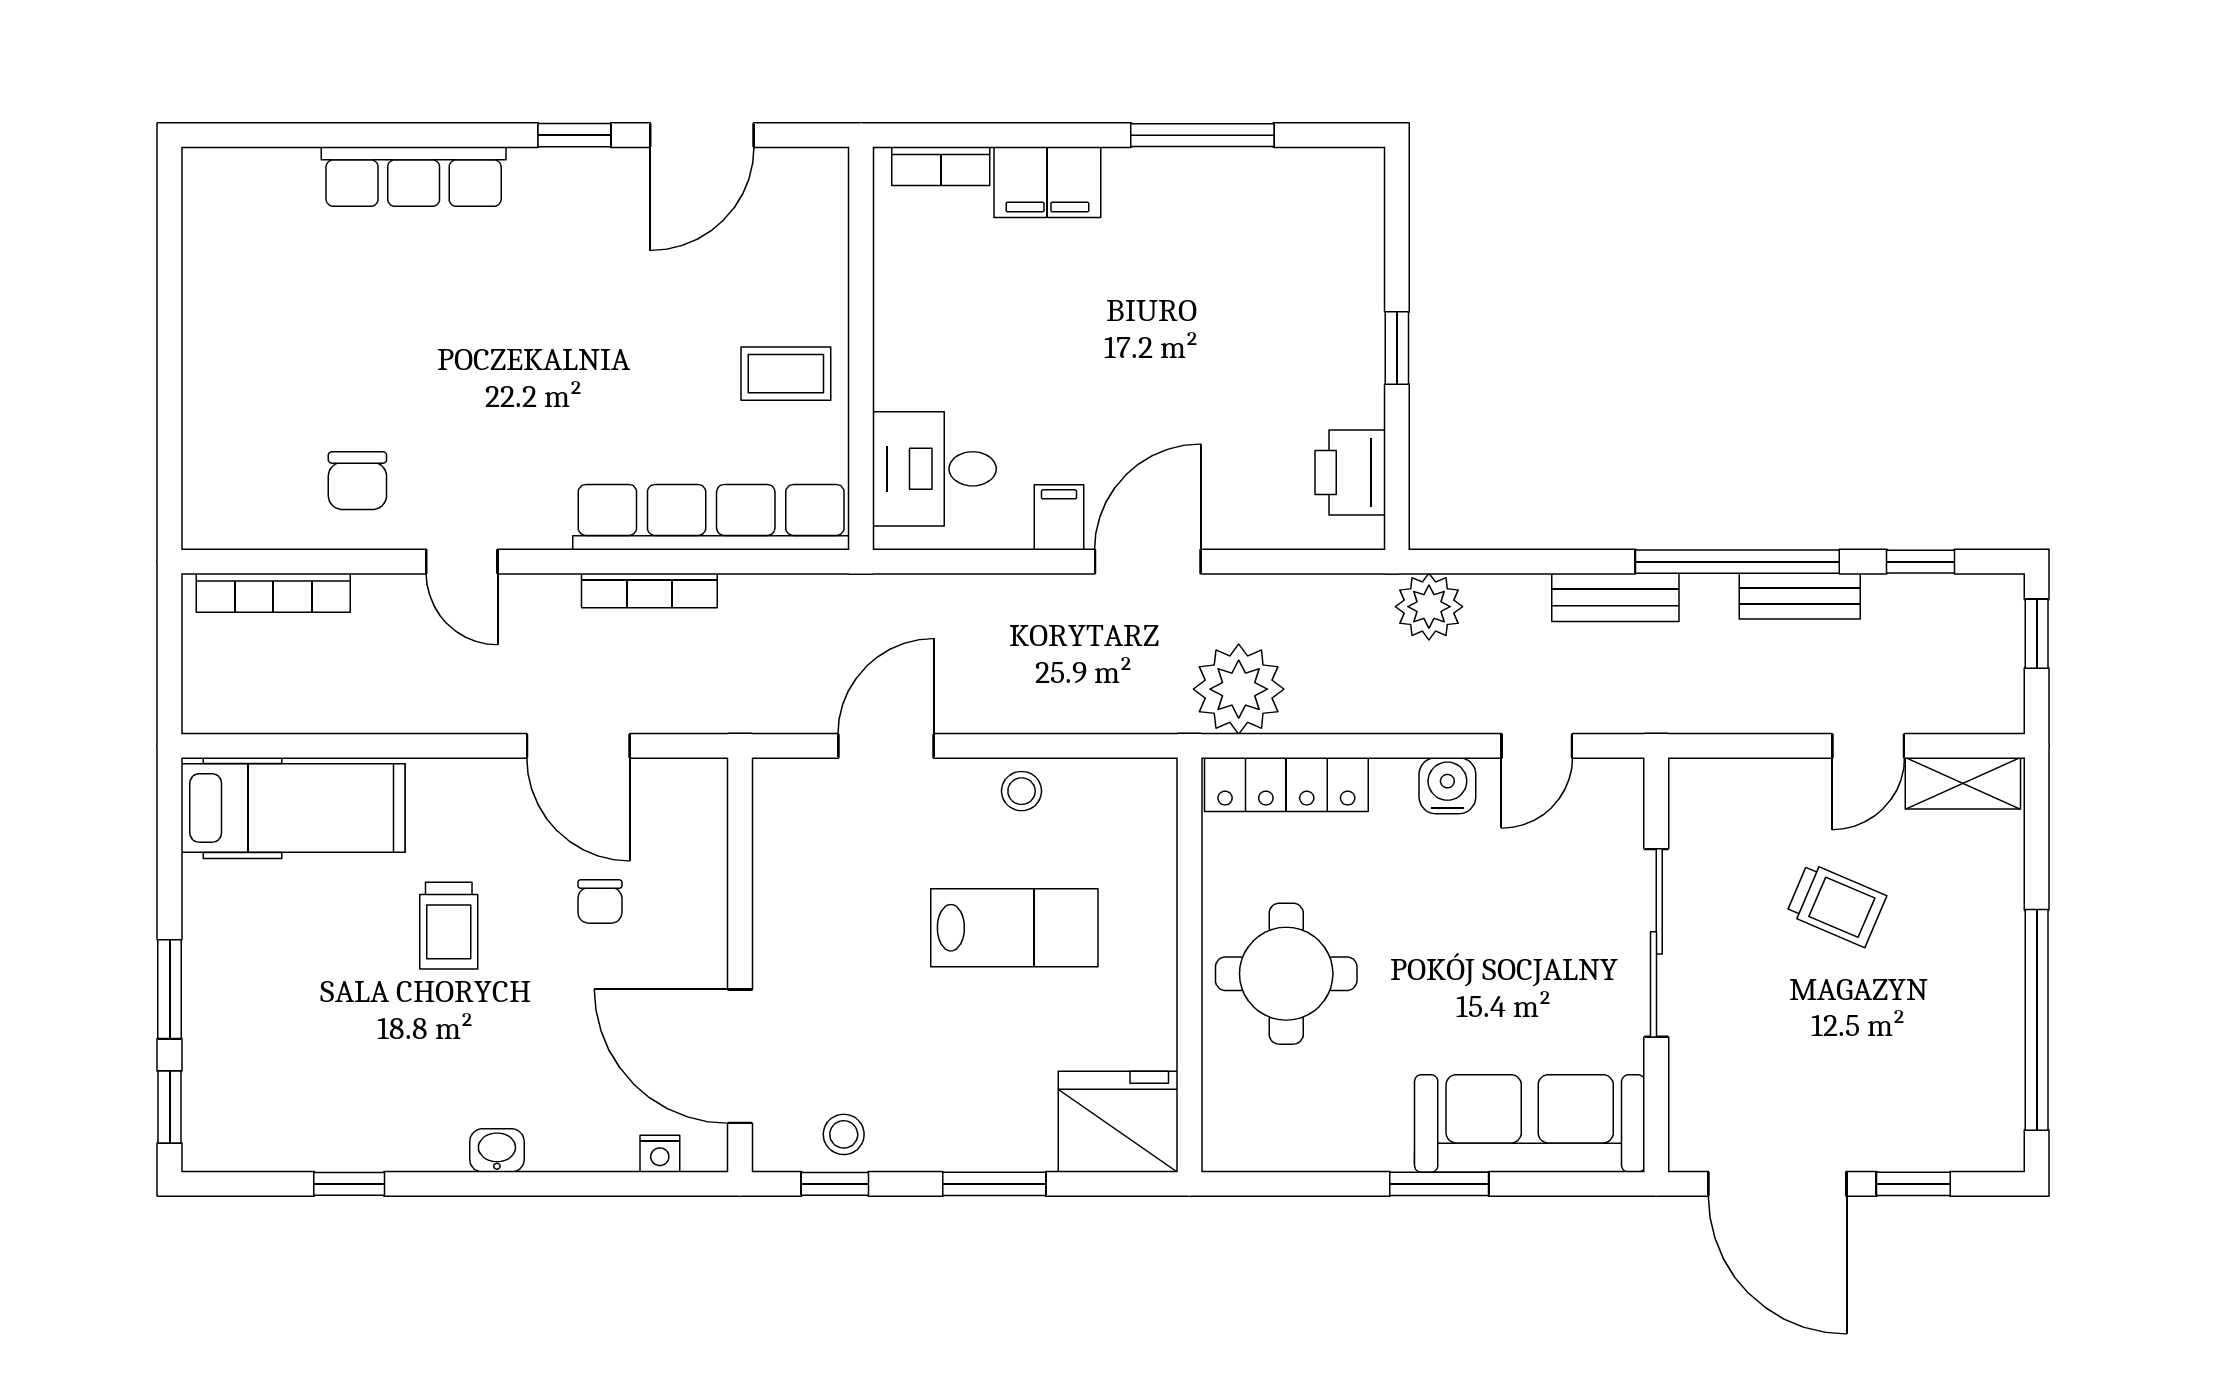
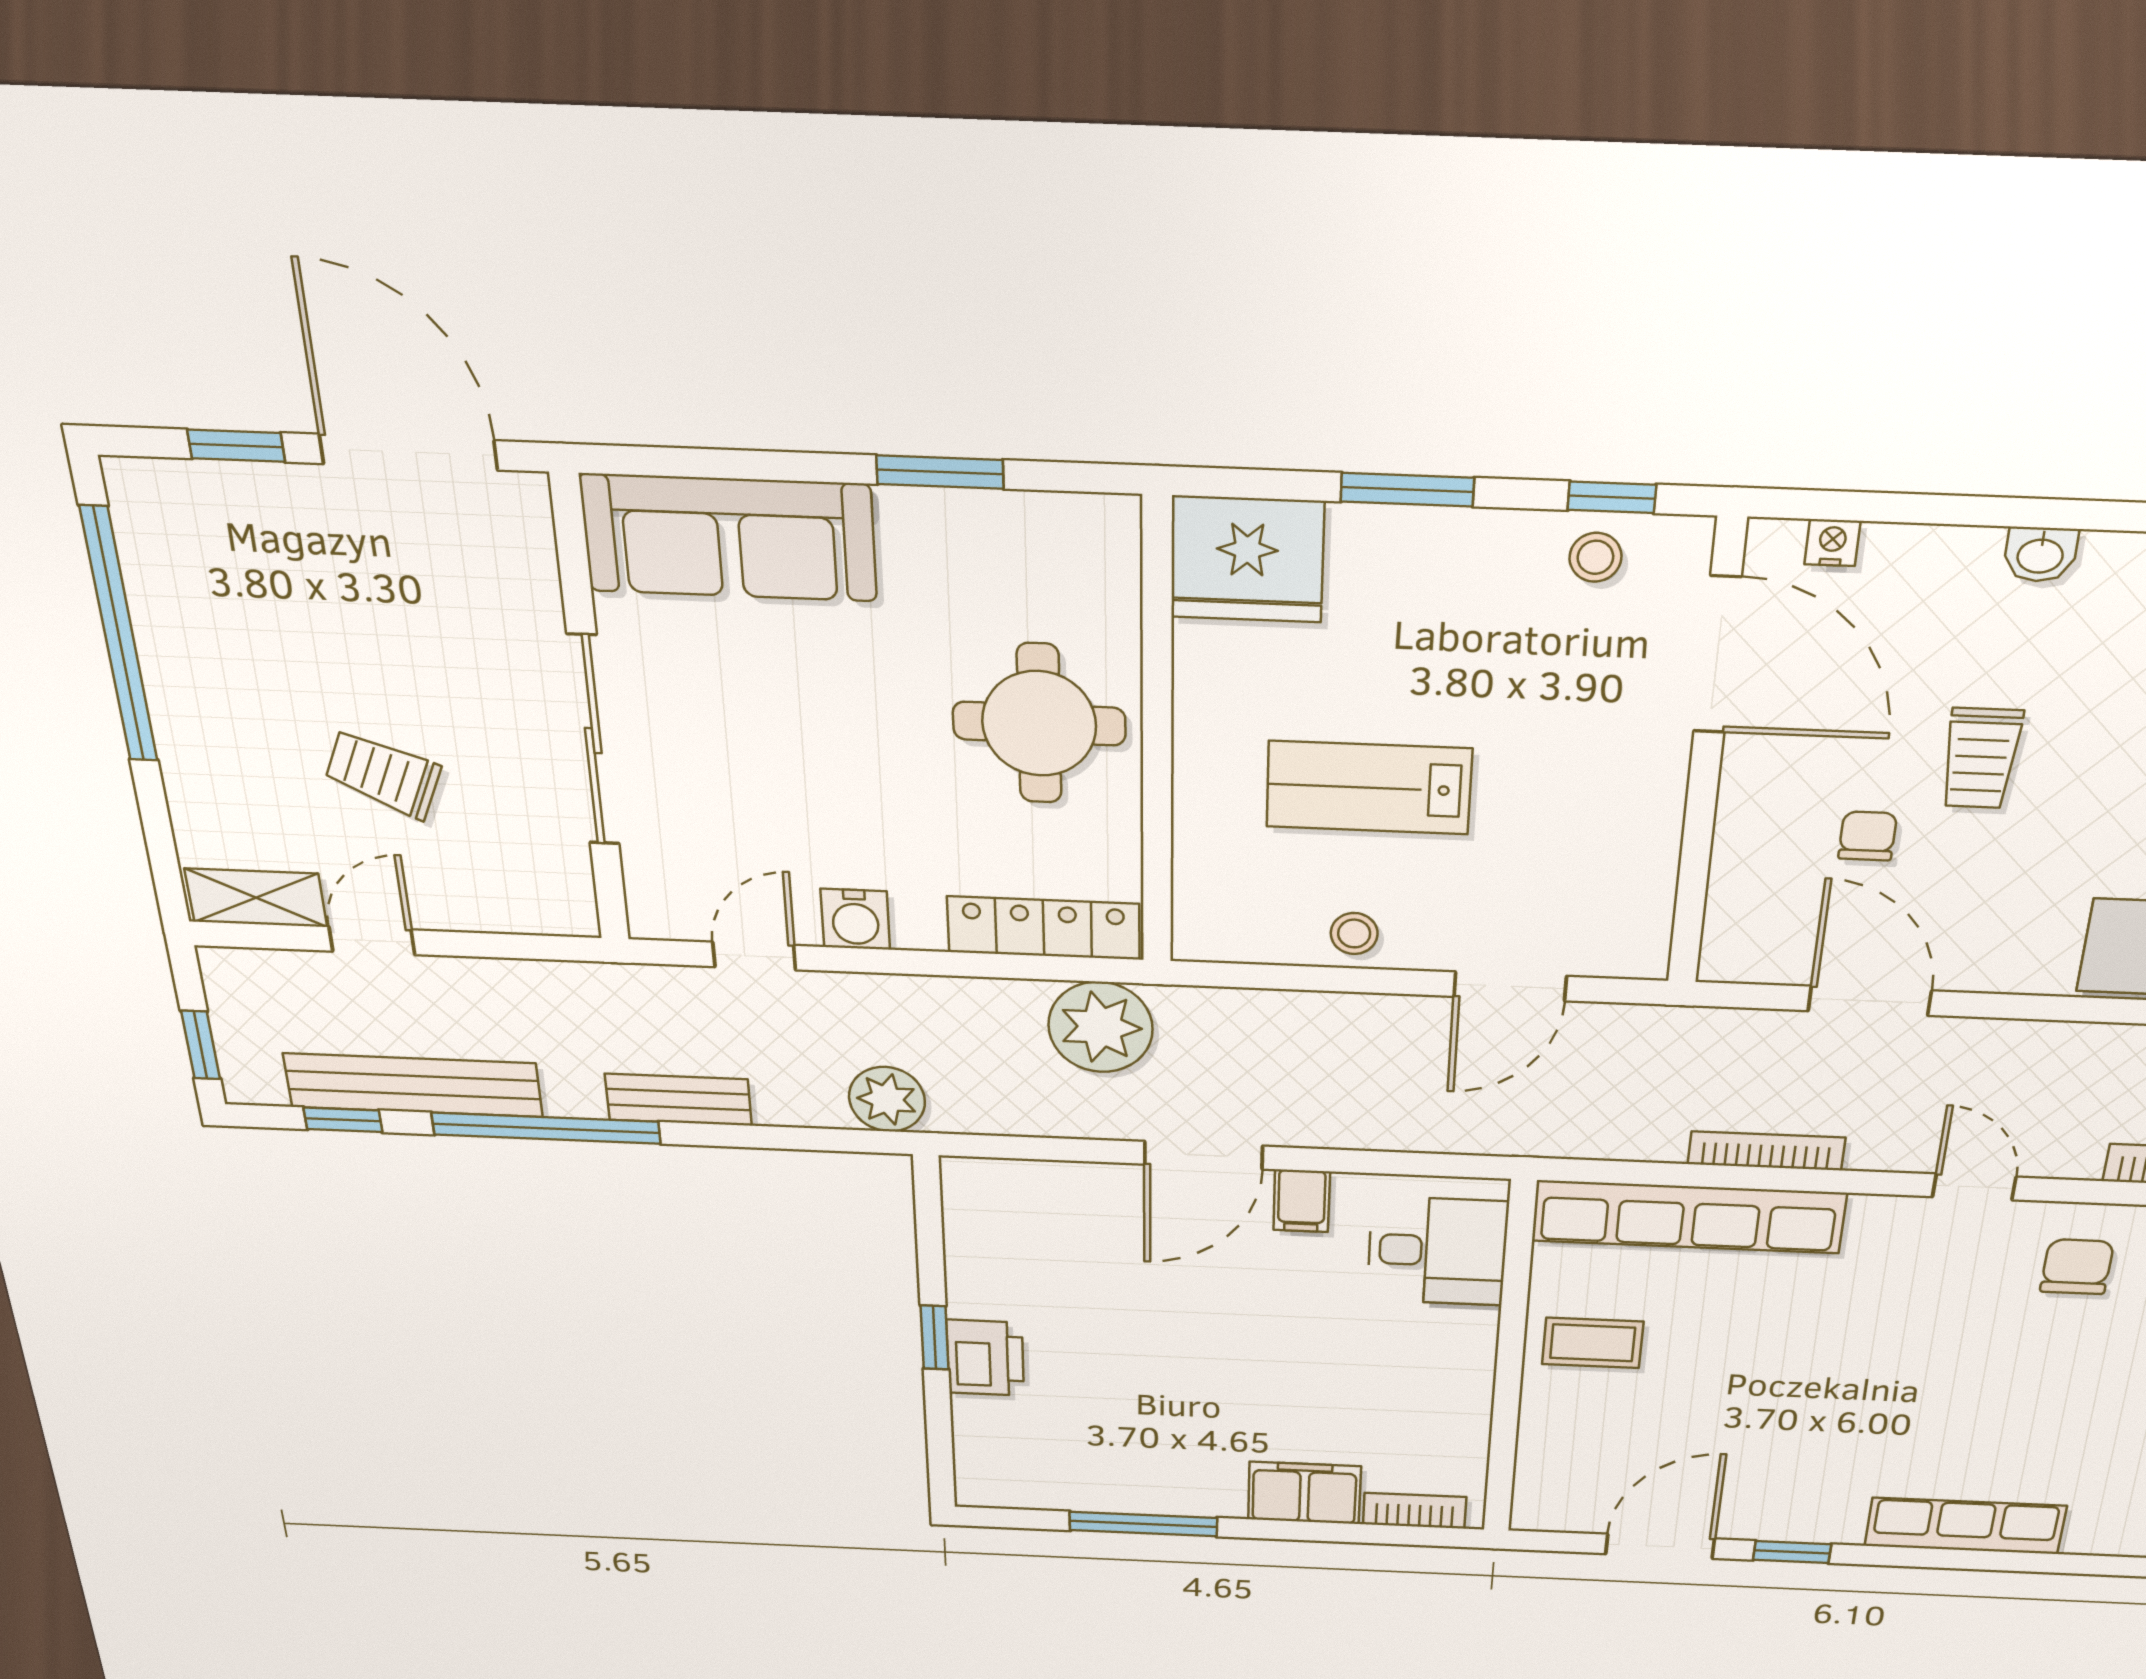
printer: (1350, 472) -> (985, 1358), moved
bench: (1800, 596) -> (413, 1085), width x1.86, depth x1.21
trolley: (449, 926) -> (1981, 758), moved, turned 180
window: (1439, 1184) -> (940, 472), moved

